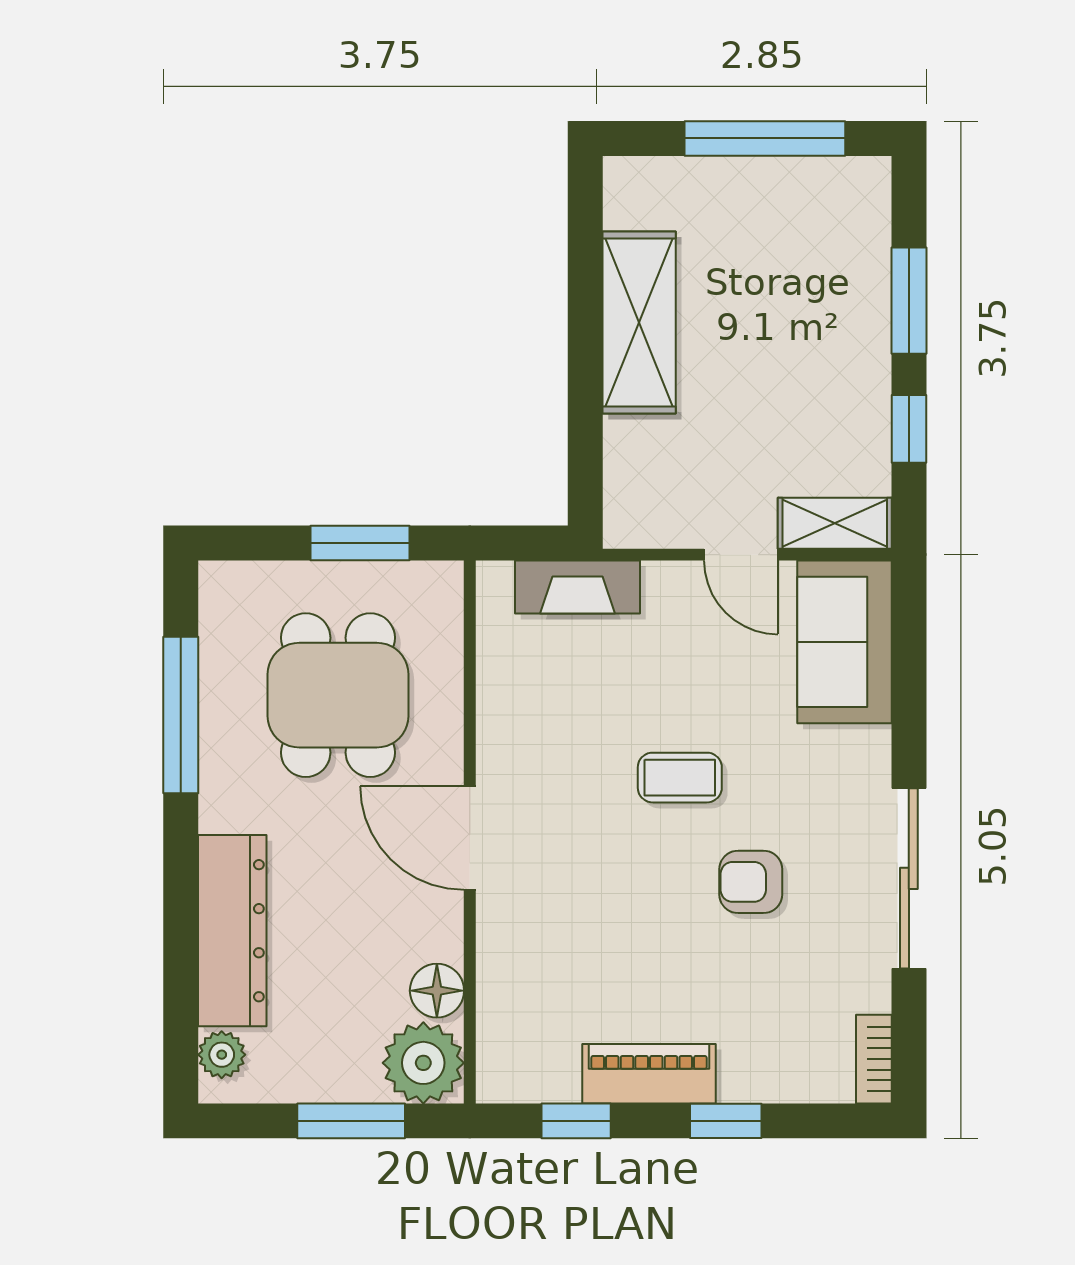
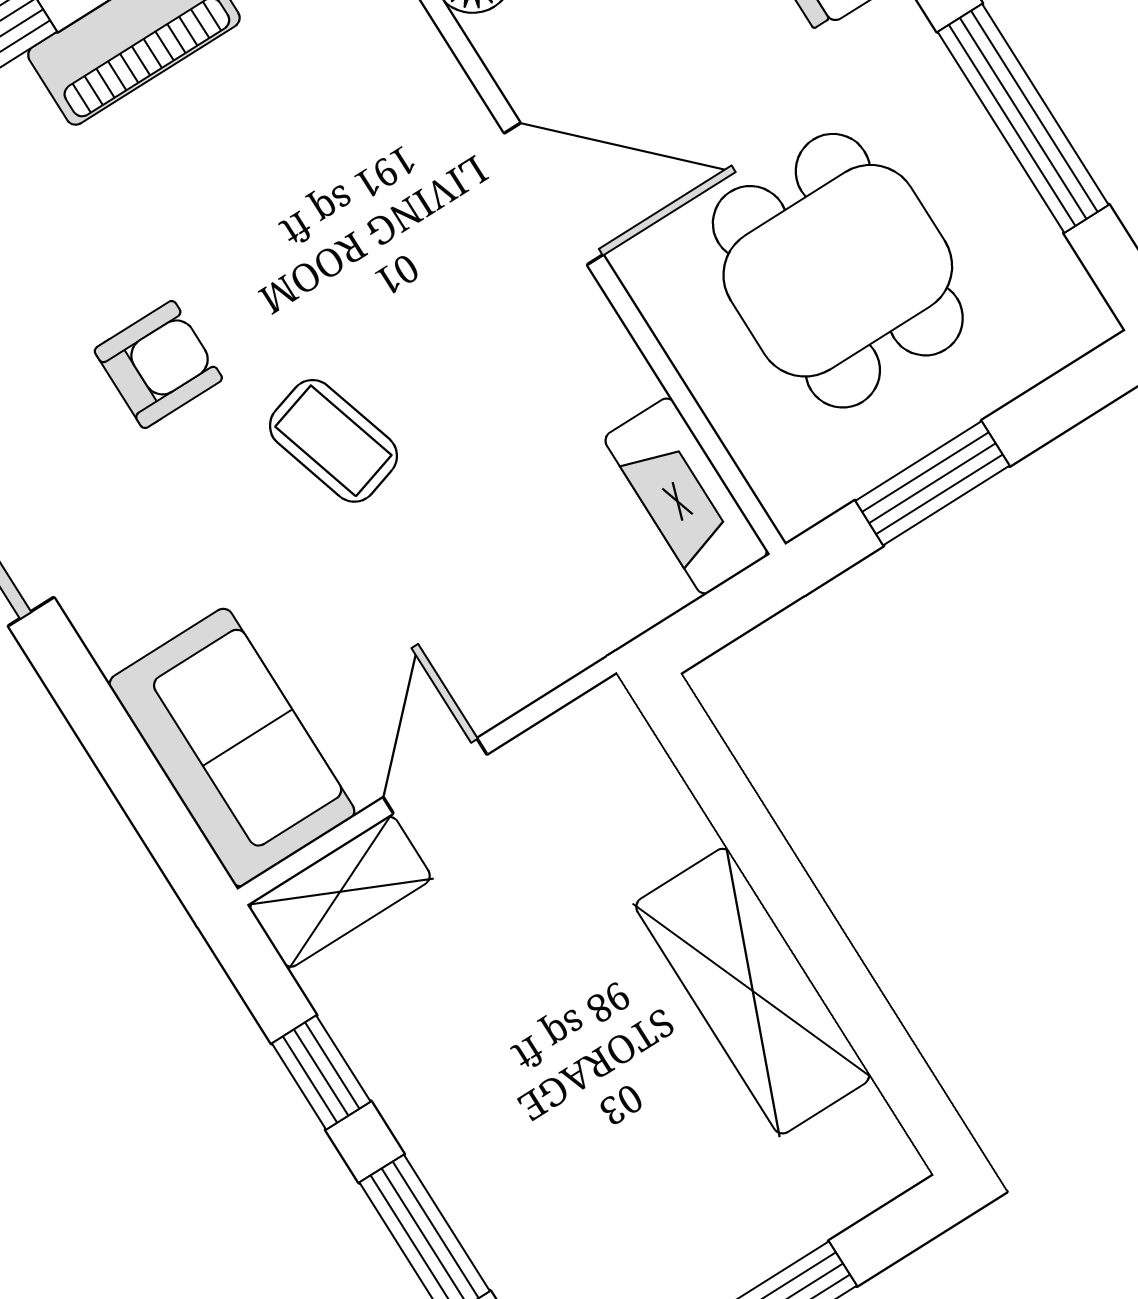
door: (741, 555) -> (435, 776), hinge flipped
fireplace: (577, 587) -> (686, 496), moved, turned -90
coffee table: (680, 778) -> (333, 441), turned 73

